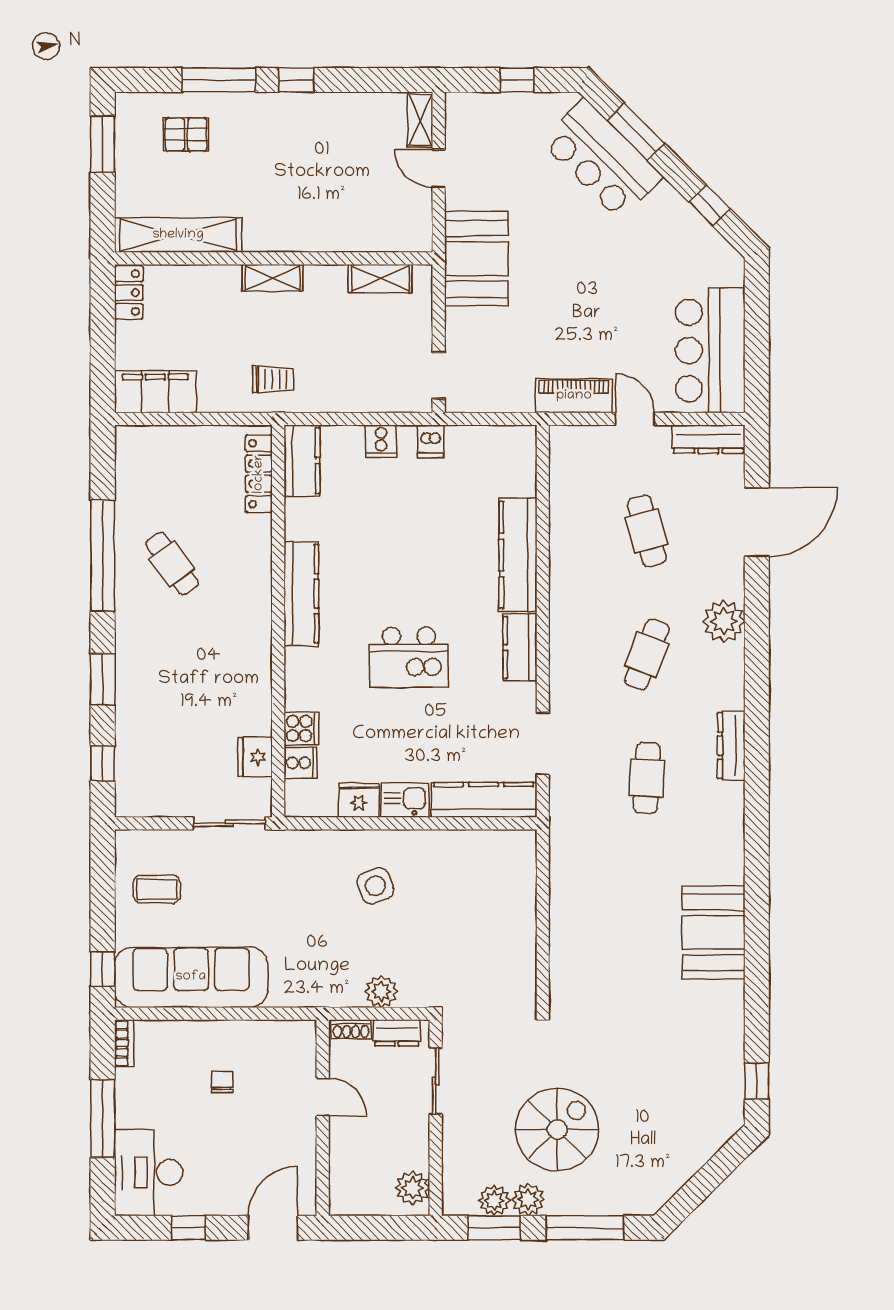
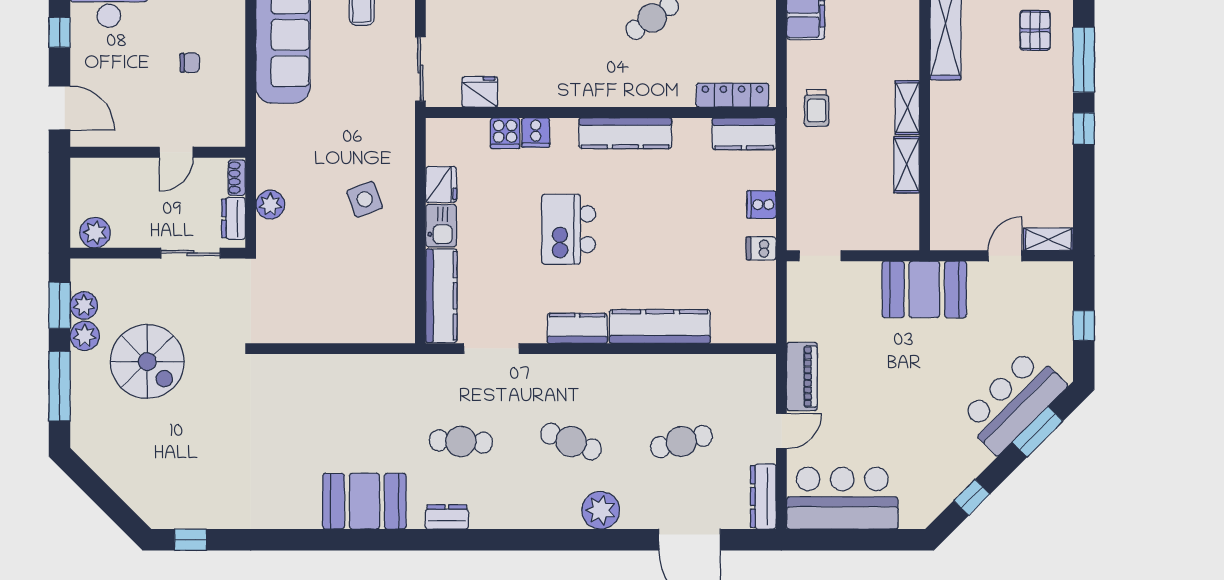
shelving: (380, 278) -> (907, 165), moved
dresser: (731, 746) -> (447, 517), moved, width x0.70
cooker: (300, 763) -> (536, 132), moved
booth: (714, 932) -> (364, 501), moved

